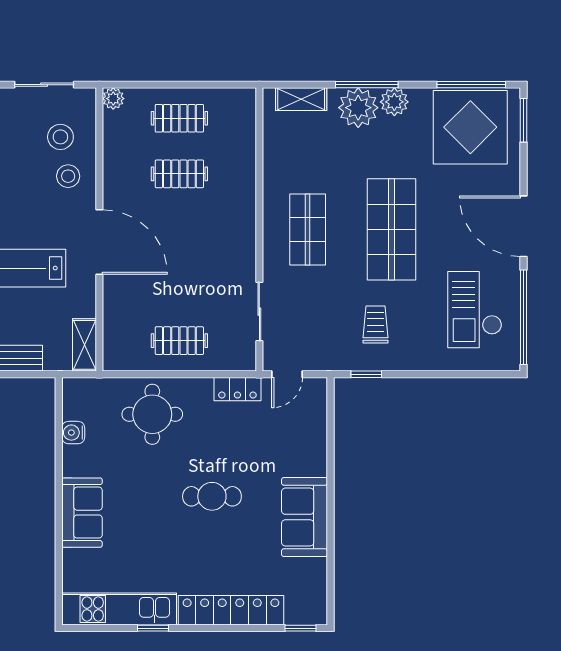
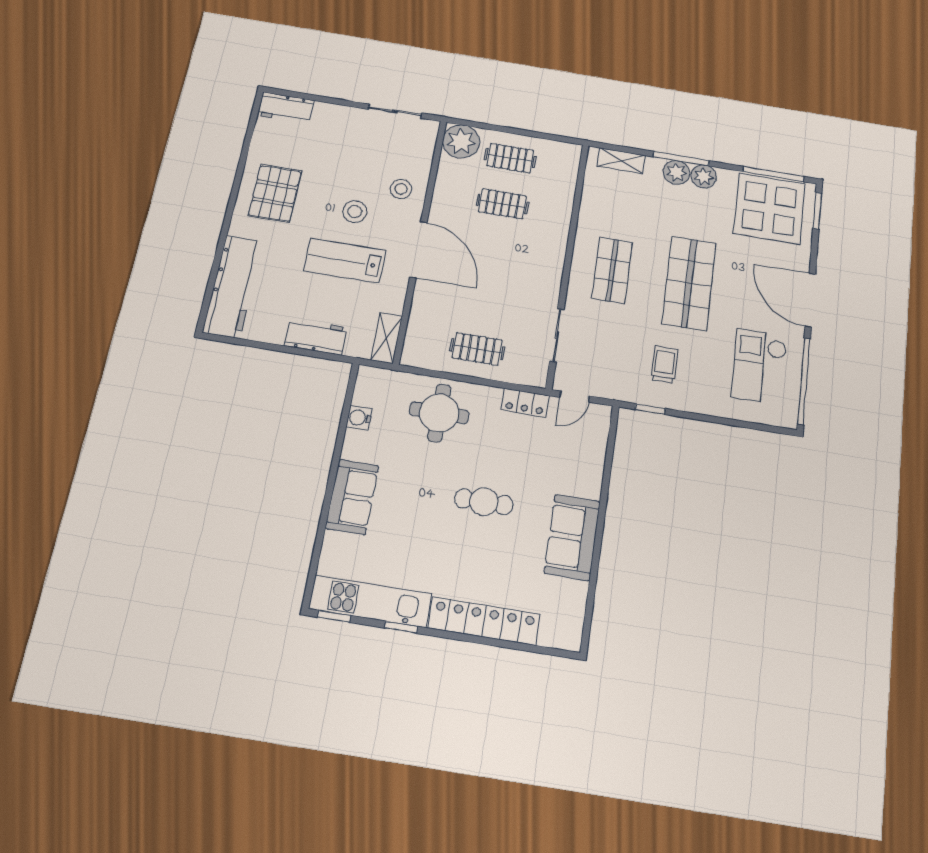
plant: (113, 99) -> (461, 141), width x1.87, depth x1.87
plant: (358, 108) -> (676, 172), width x0.73, depth x0.73
stool: (60, 137) -> (355, 212), moved
window: (301, 628) -> (334, 616), moved

